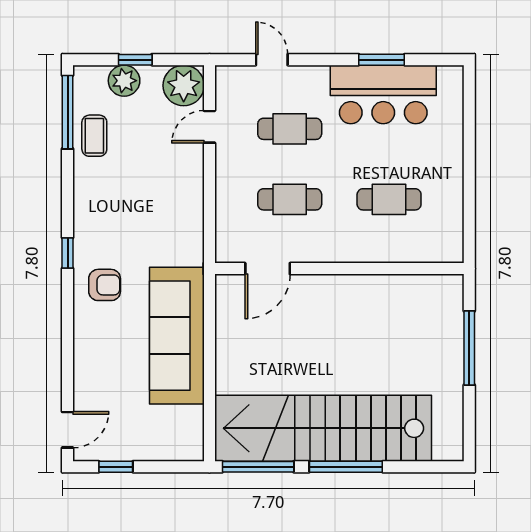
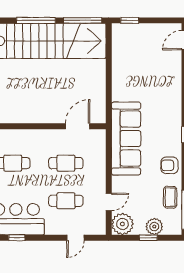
door: (272, 60) -> (75, 238), hinge flipped
window: (382, 60) -> (17, 238), width x0.67
armchair: (105, 285) -> (169, 165), moved
sofa: (177, 336) -> (126, 139), moved
window: (116, 467) -> (130, 20), moved

